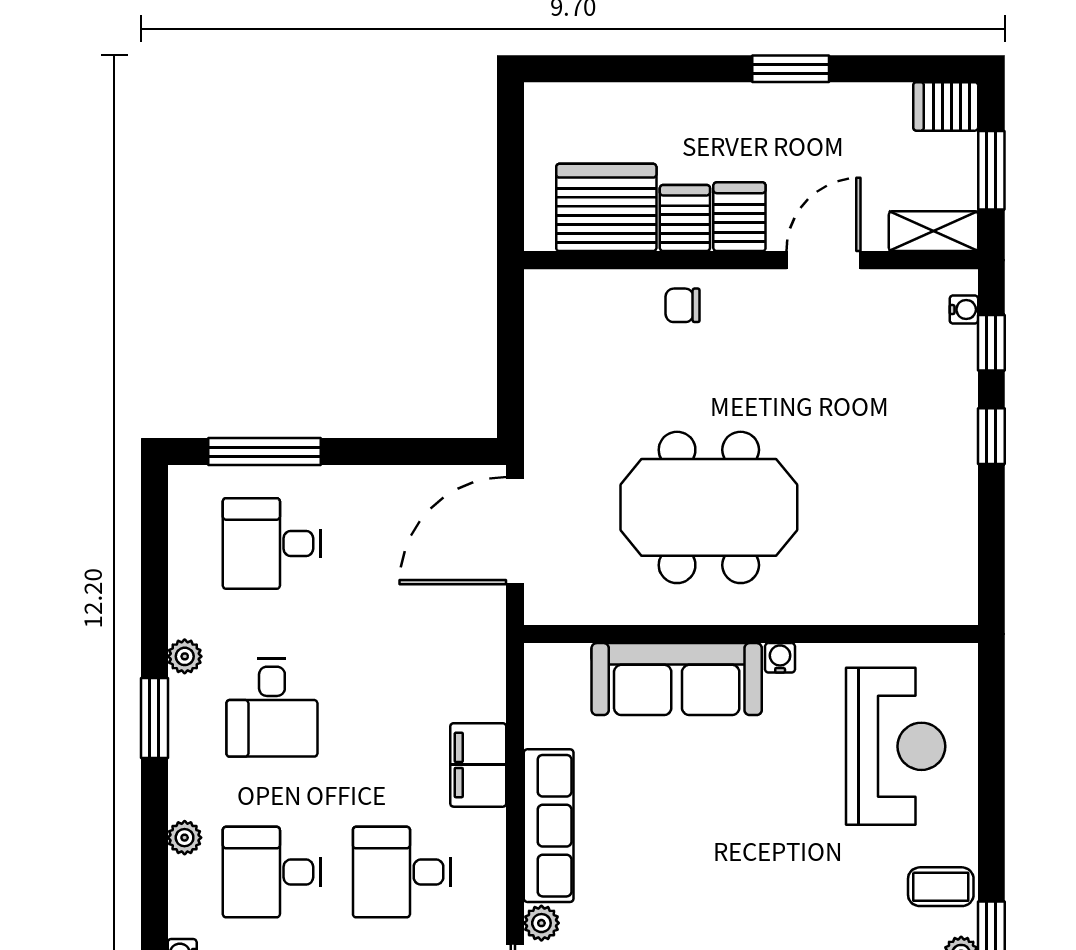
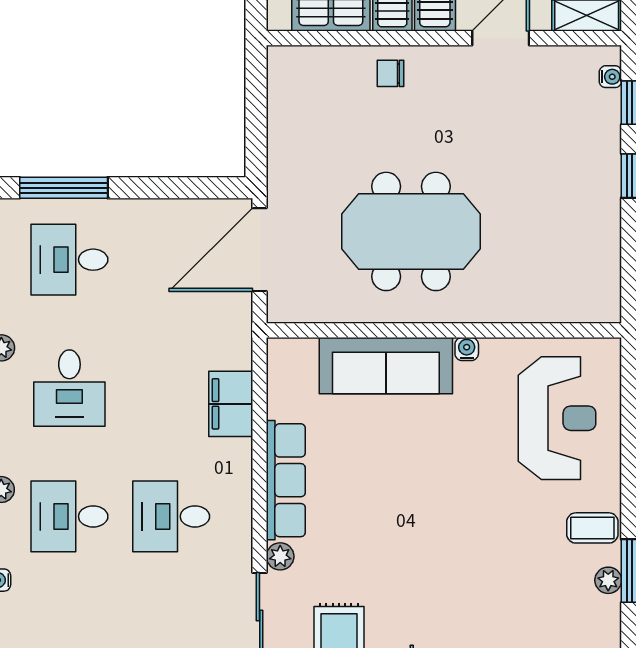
filing cabinet: (478, 765) -> (231, 404), moved

